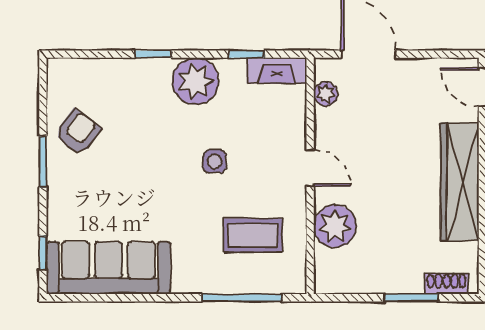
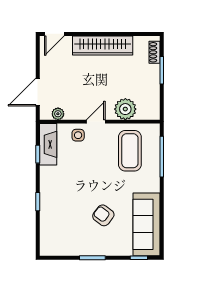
fireplace: (277, 71) -> (48, 144), width x1.37, depth x1.32
plant: (195, 81) -> (51, 180), removed
armchair: (78, 132) -> (103, 215), moved
side table: (215, 161) -> (78, 135), moved
coffee table: (253, 235) -> (130, 151), width x1.36, depth x1.32

